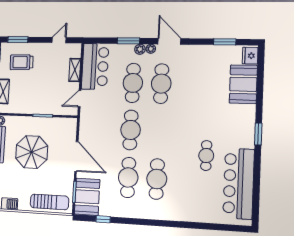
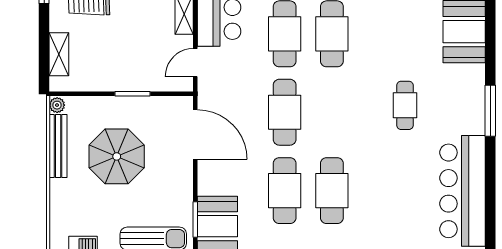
window: (258, 134) -> (490, 111), width x1.44
cafe table: (206, 156) -> (405, 105), moved
door: (76, 157) -> (195, 135), moved

